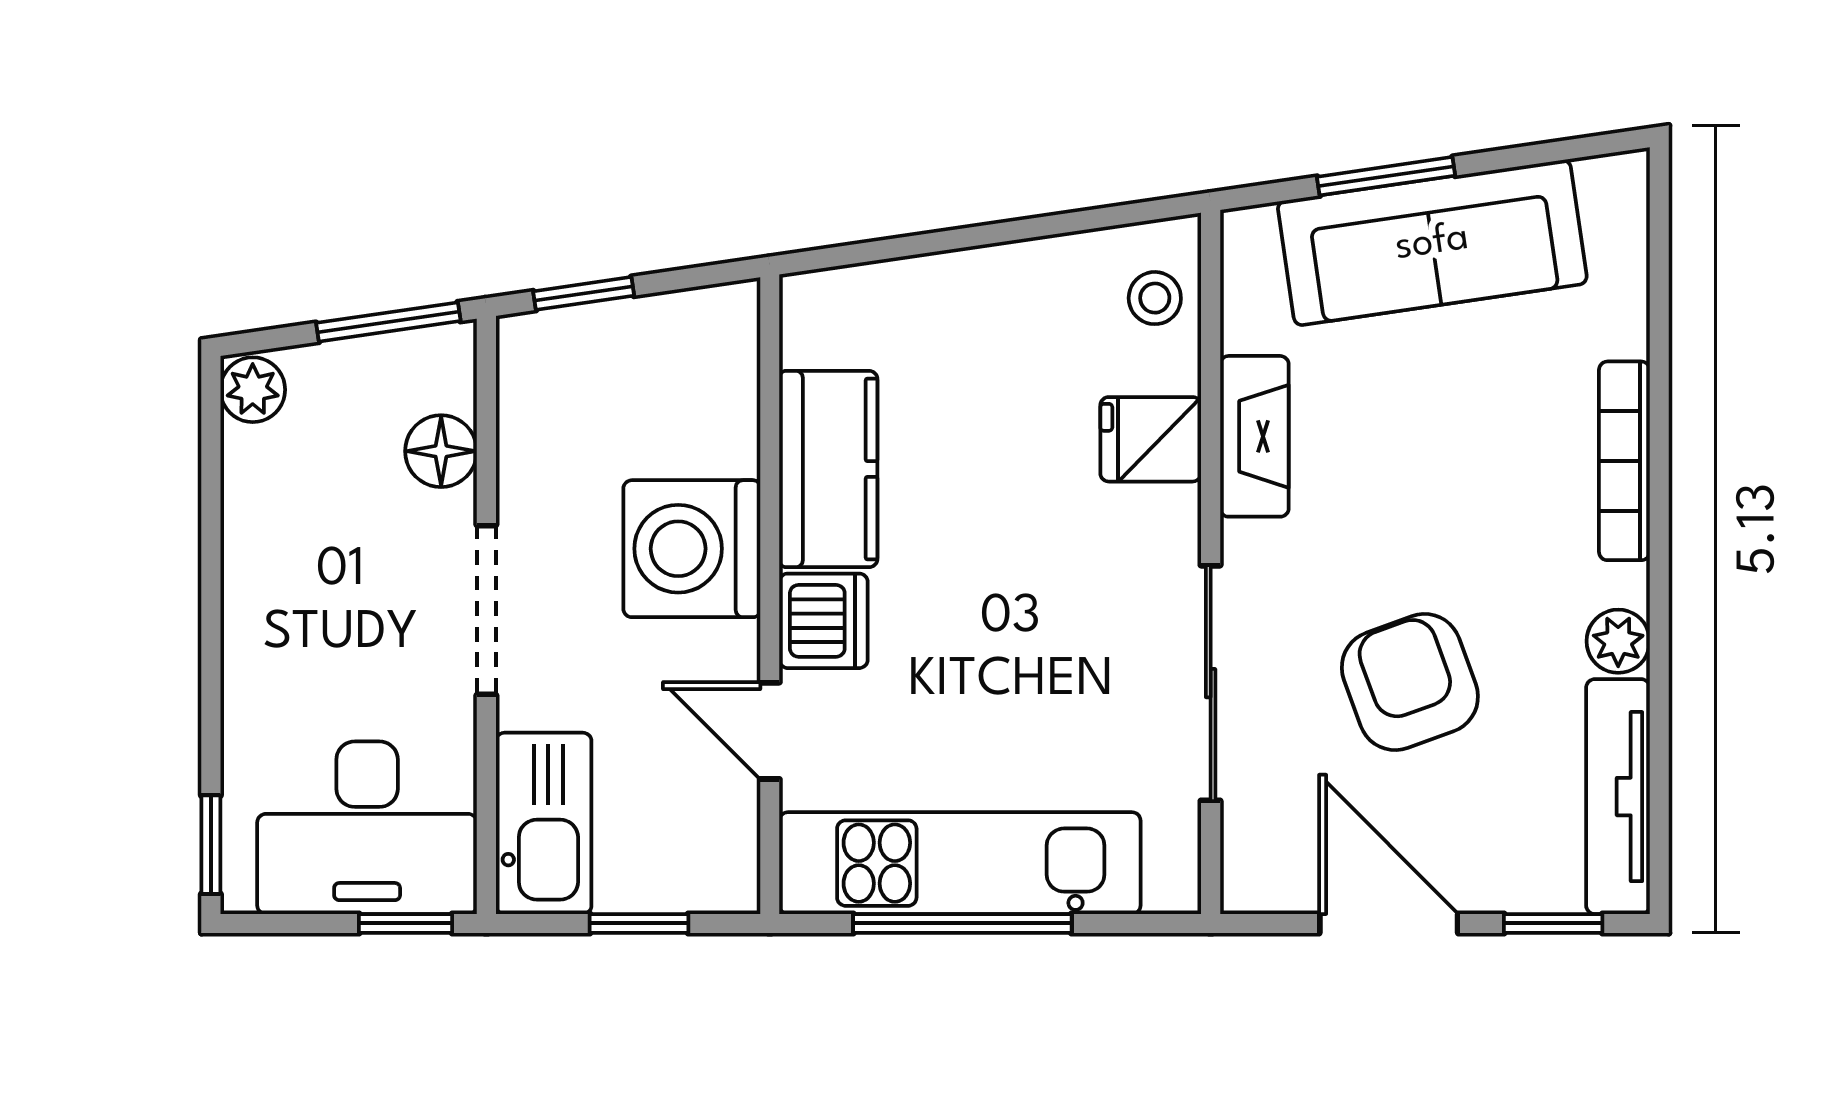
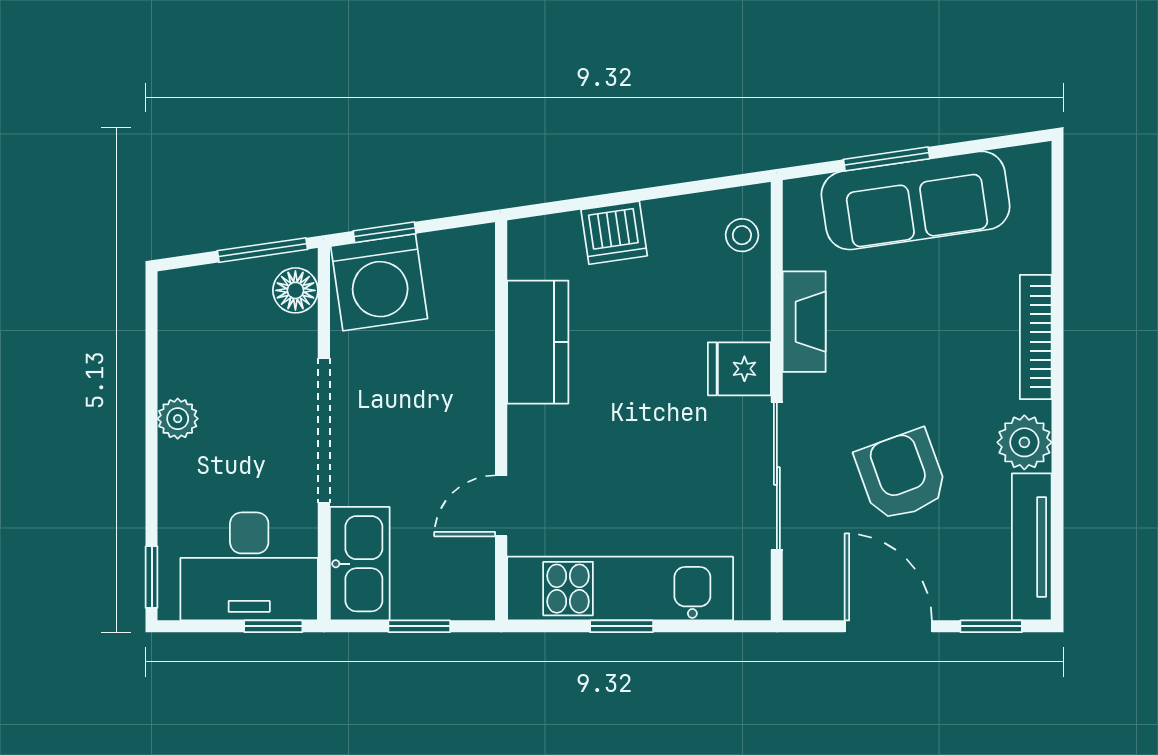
plant: (253, 390) -> (178, 419), moved
fridge: (1151, 439) -> (739, 369), moved
floor lamp: (441, 451) -> (295, 290), moved
washing machine: (692, 549) -> (379, 282), moved, turned -98
doorway: (486, 610) -> (324, 430), width x1.36
dishwasher: (823, 621) -> (614, 233), moved, turned 82
plant: (1618, 641) -> (1024, 442), width x1.38, depth x1.38
door: (770, 731) -> (501, 506), hinge flipped
window: (962, 923) -> (622, 626), width x0.46

